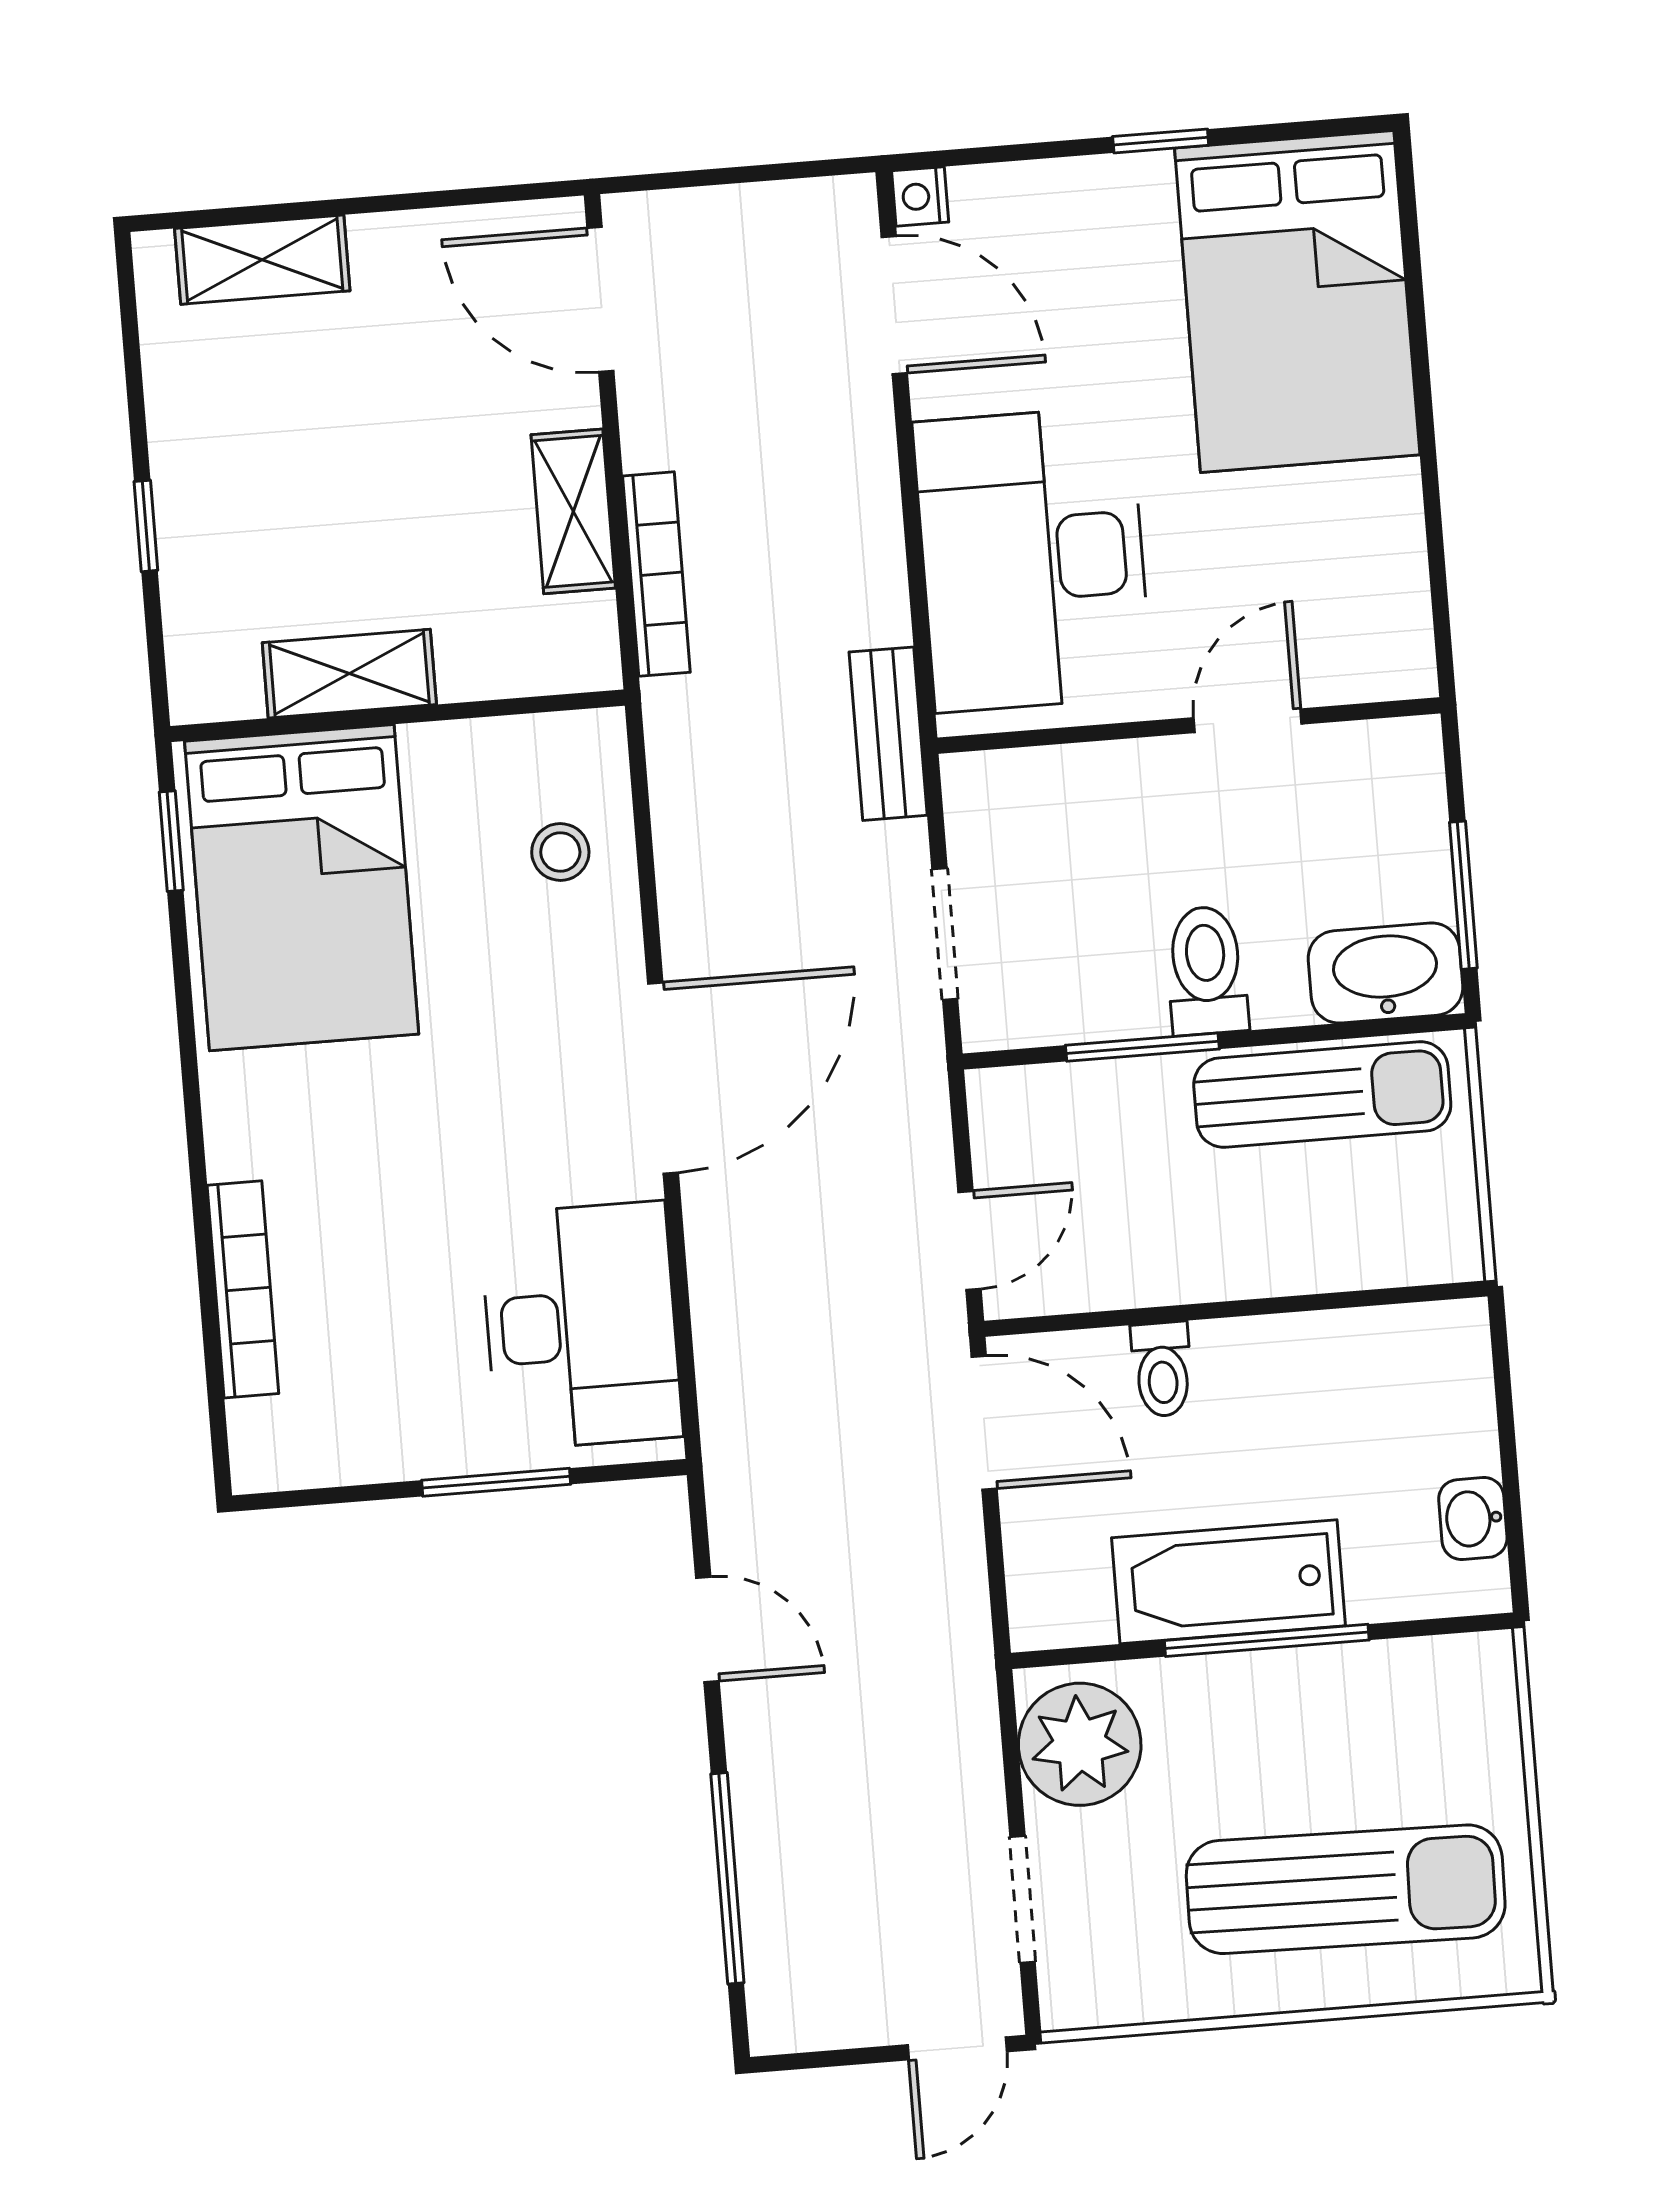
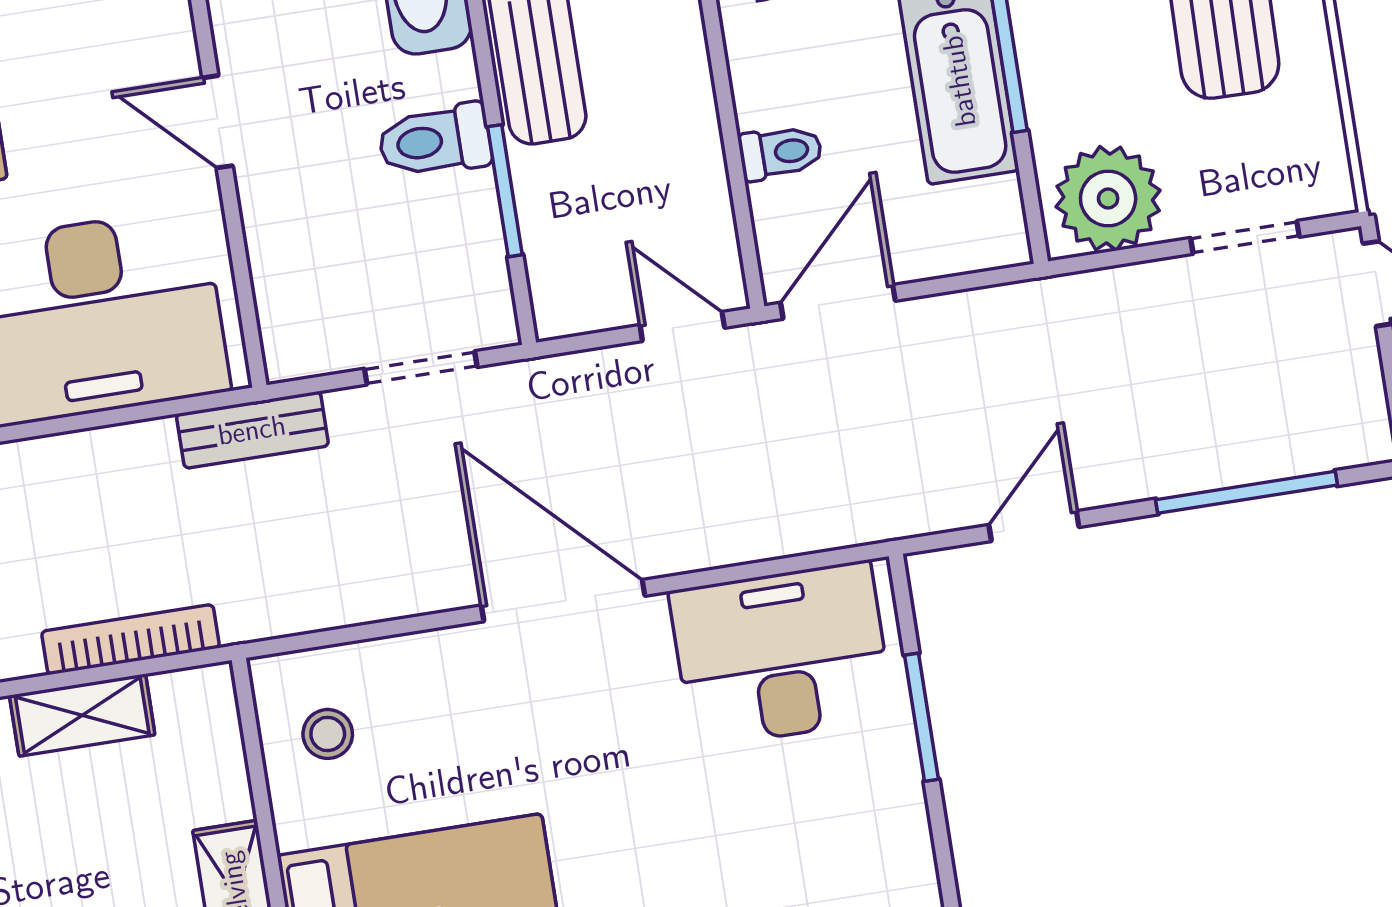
stool: (560, 852) -> (328, 734), moved

